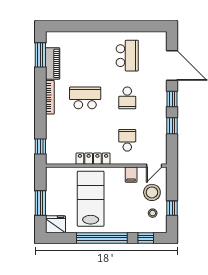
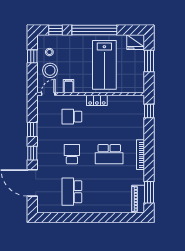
piano: (53, 63) -> (138, 199), moved
school desk: (127, 140) -> (72, 117), turned 90
locker: (93, 159) -> (97, 100), width x0.66

